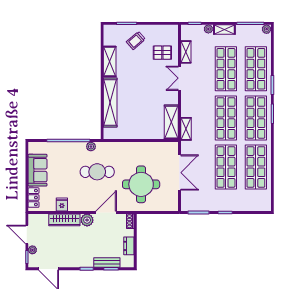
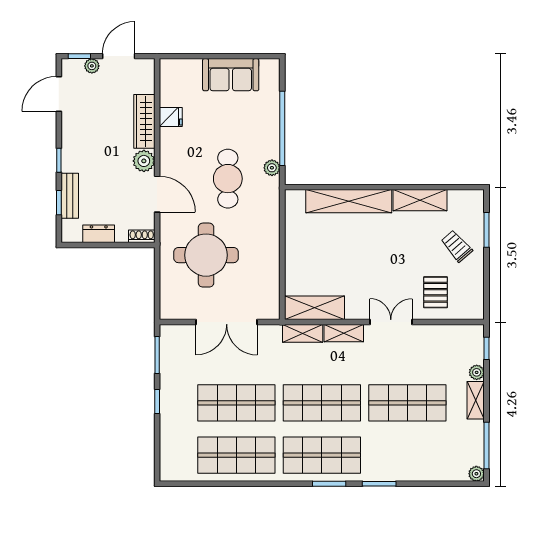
shelving: (186, 52) -> (344, 333), moved
shop shelf: (256, 69) -> (407, 455), removed
locker: (34, 198) -> (183, 68), removed

